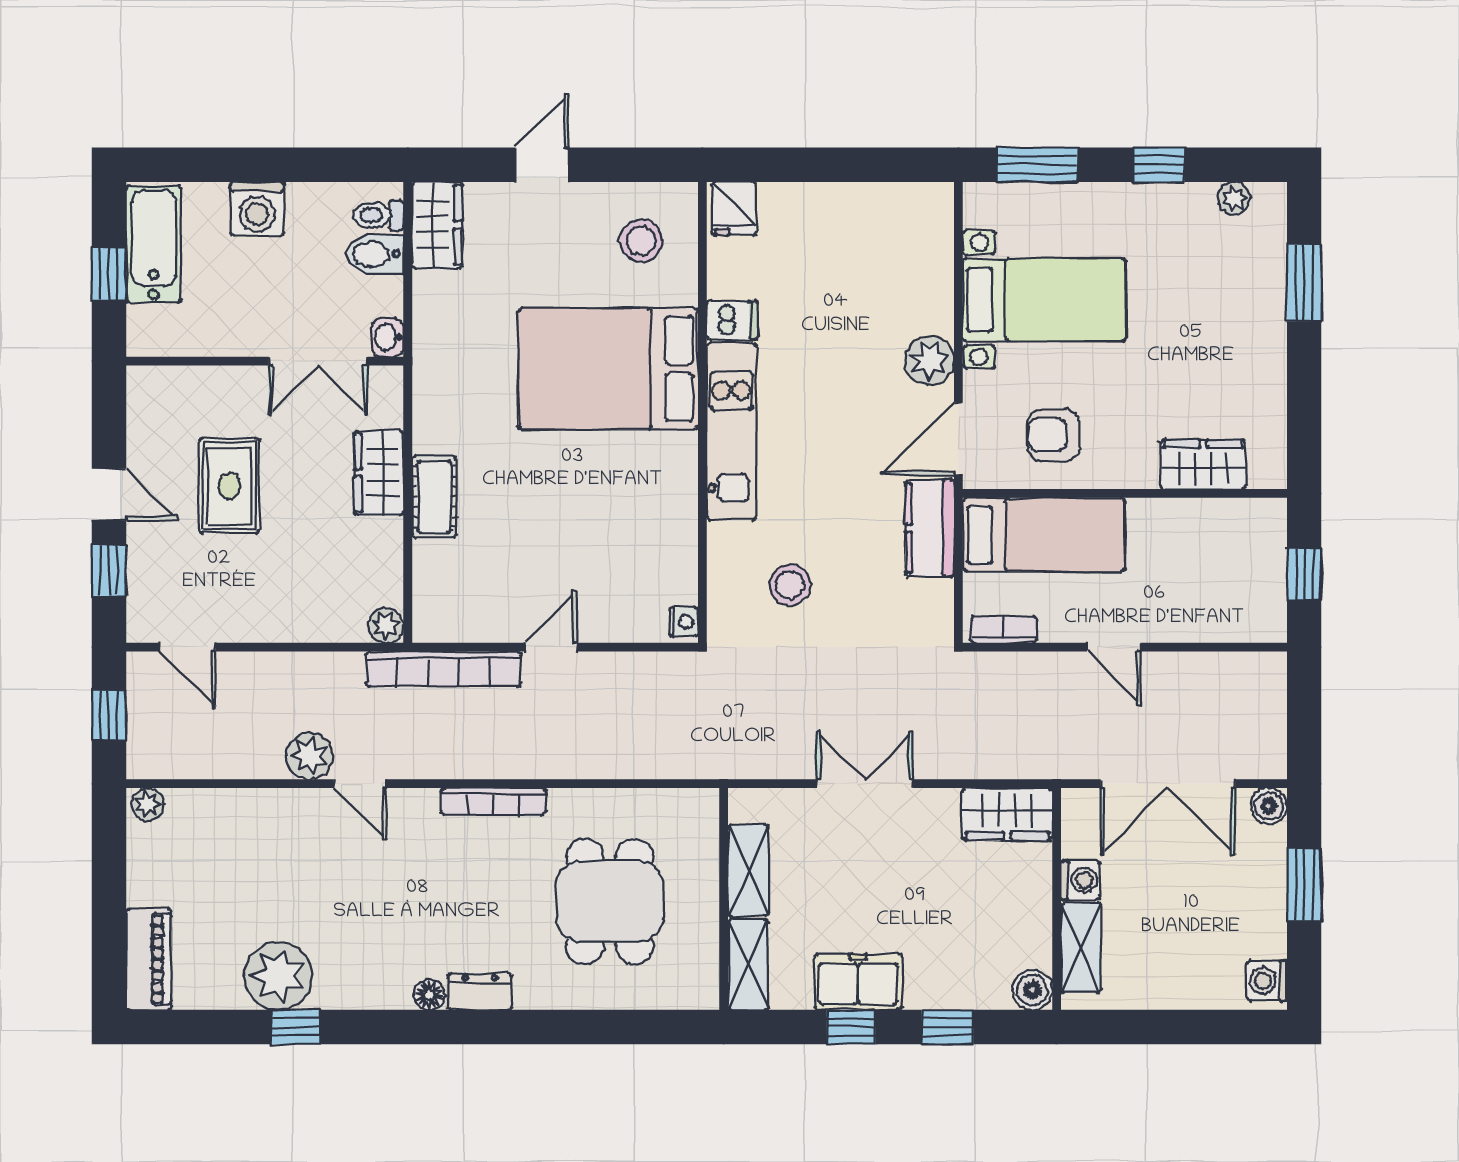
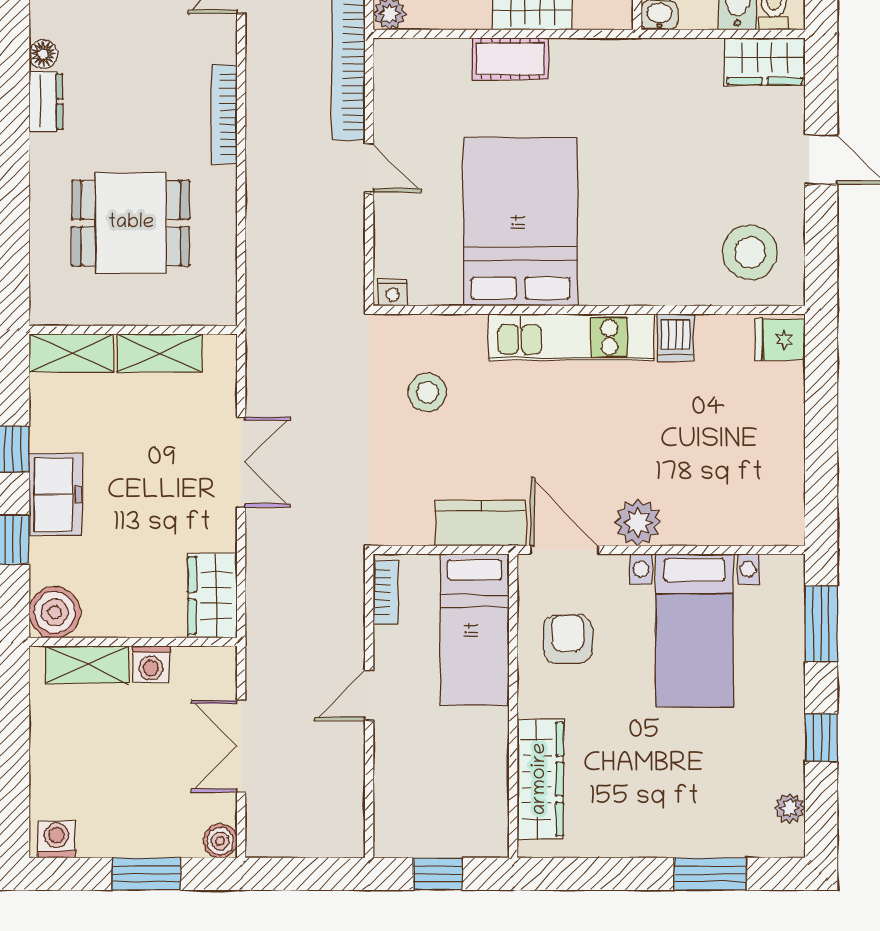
stool: (641, 241) -> (750, 252), width x1.38, depth x1.38
bed: (608, 369) -> (521, 222), moved
wardrobe: (1203, 464) -> (540, 779), width x1.50
double door: (1168, 784) -> (241, 746), width x0.73
freezer: (858, 982) -> (56, 494), moved
boiler: (1032, 990) -> (55, 612), width x1.36, depth x1.36

